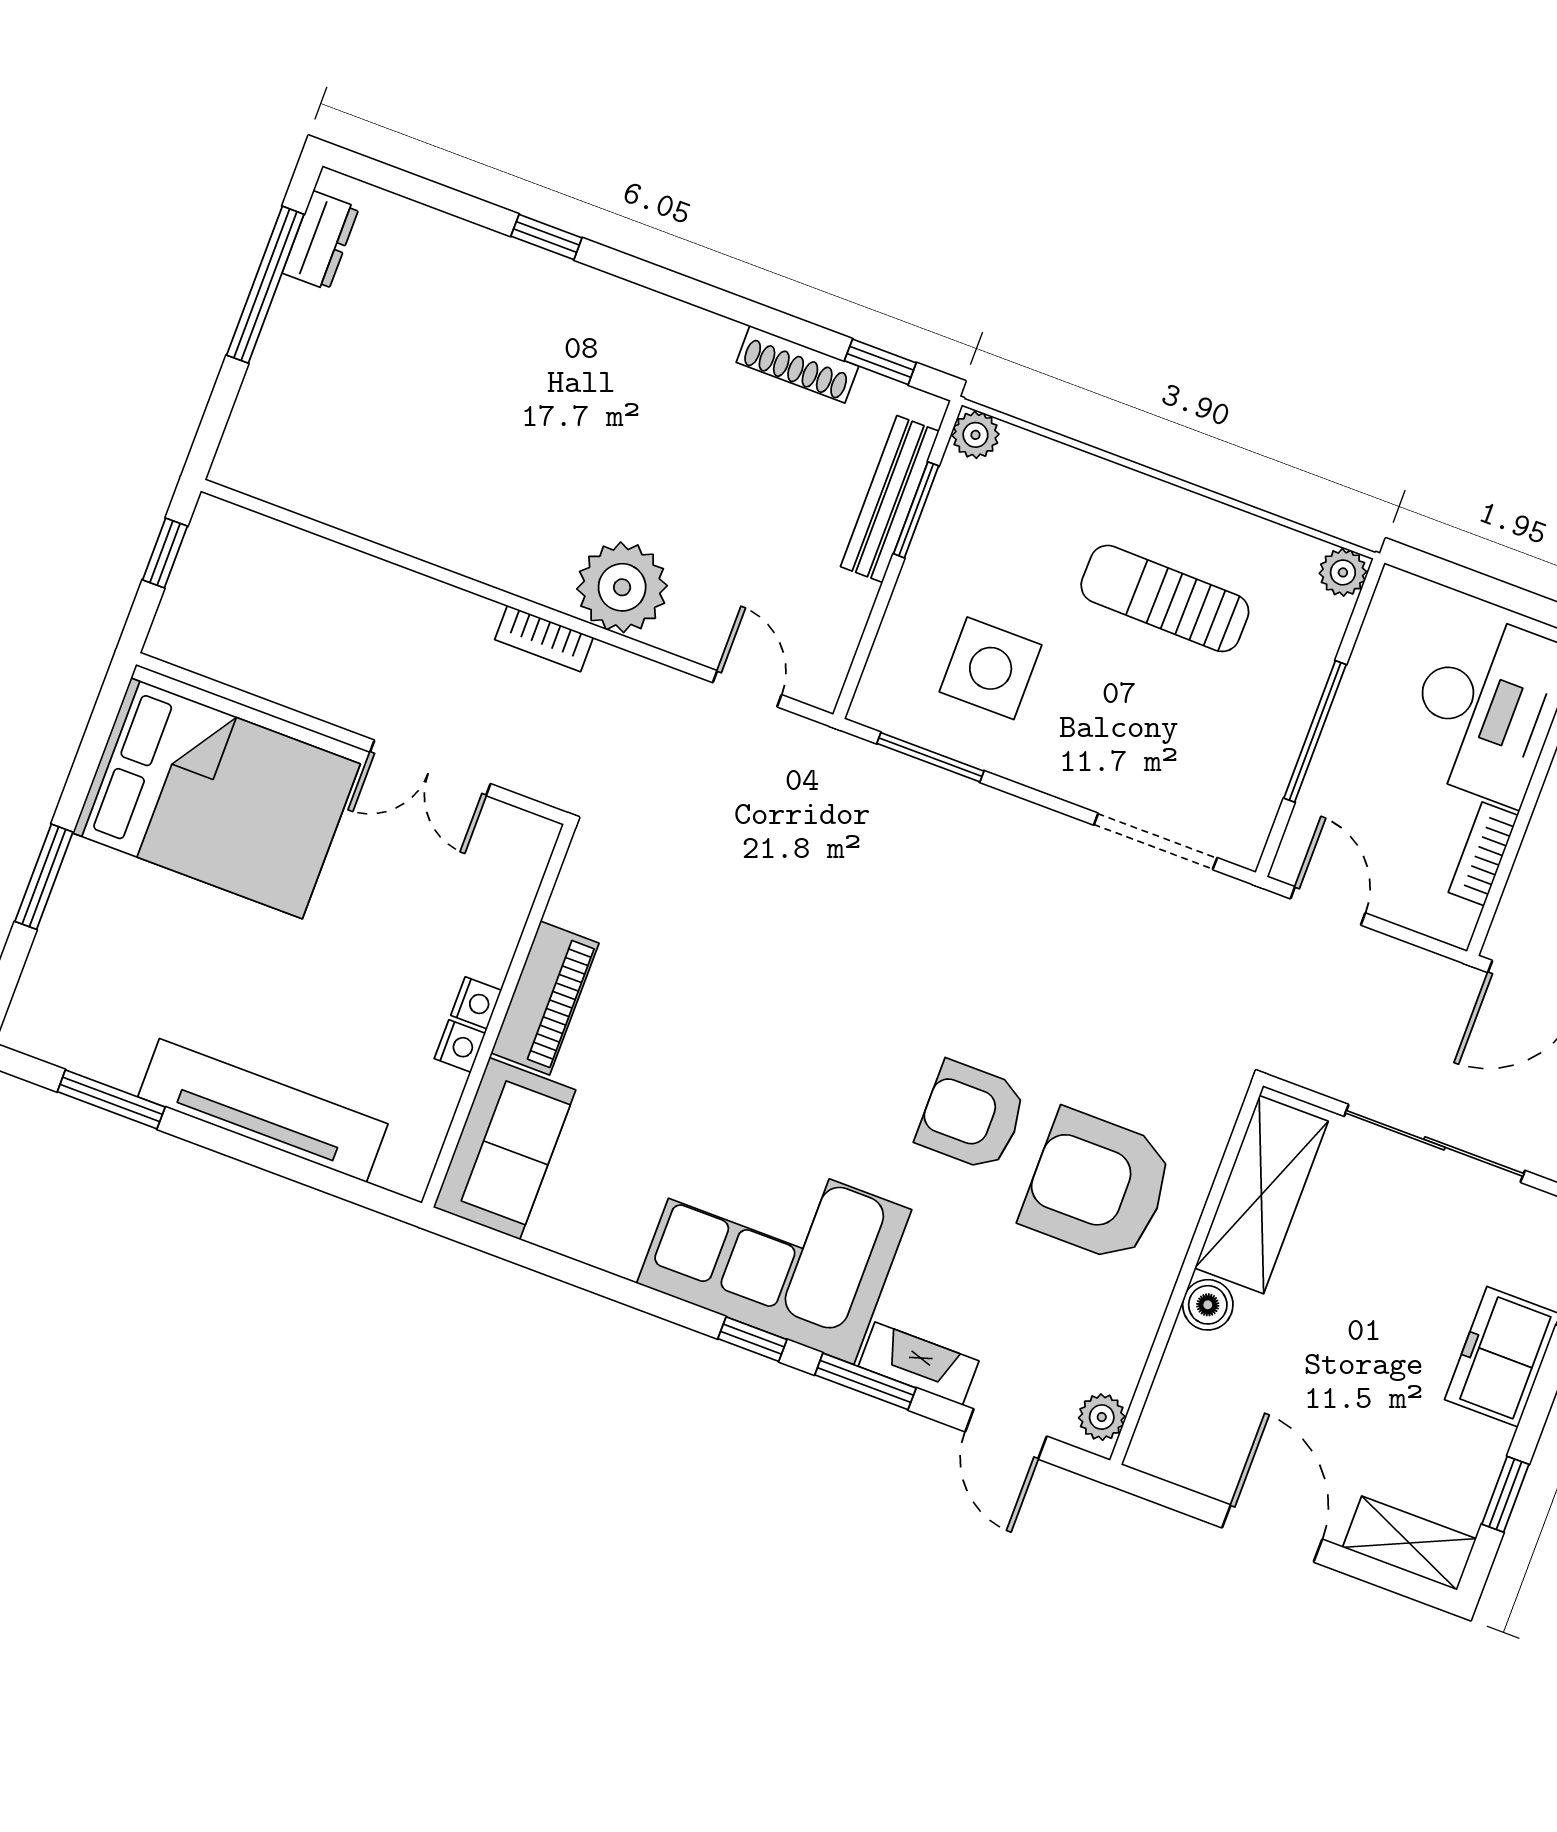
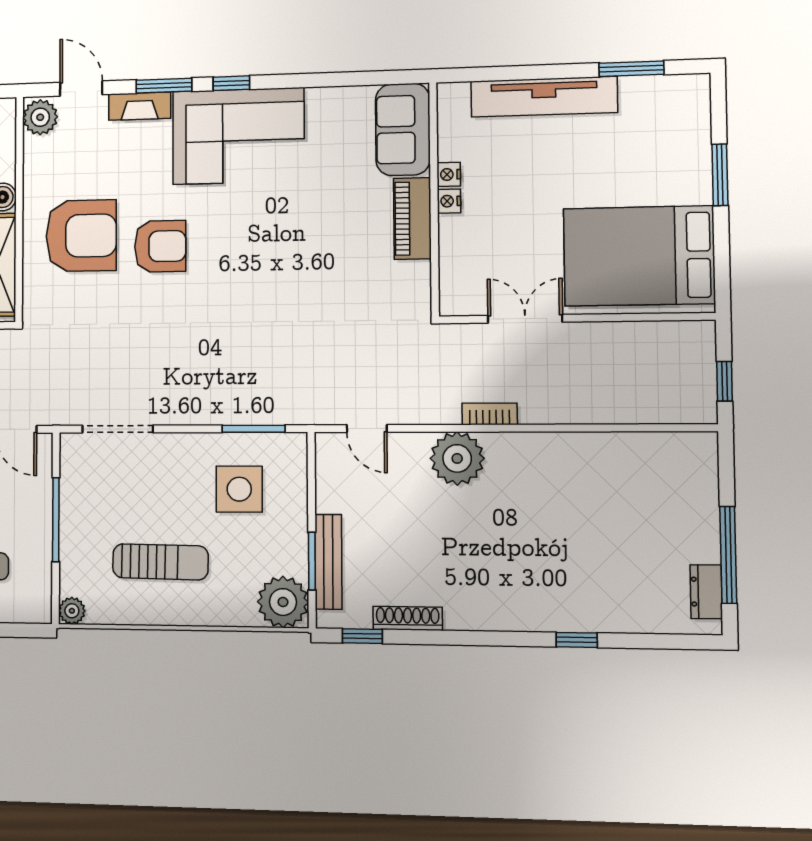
plant: (975, 435) -> (283, 602), width x1.87, depth x1.87
plant: (1102, 1417) -> (40, 117), width x1.38, depth x1.38

